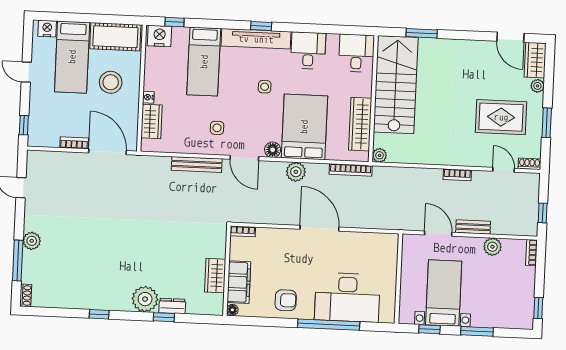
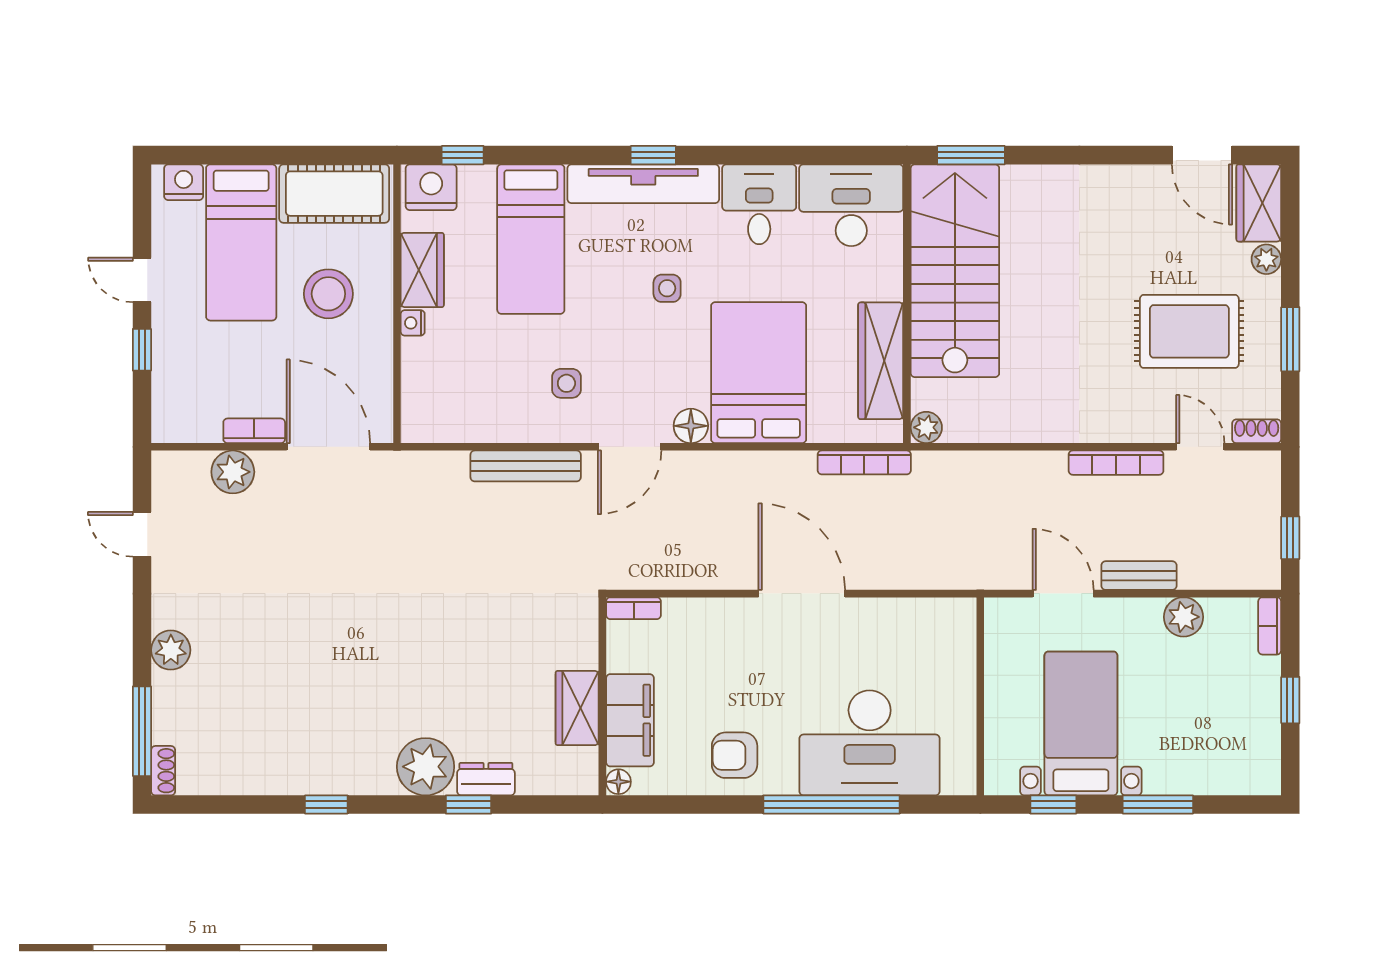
window: (422, 33) -> (971, 155), moved
desk: (356, 53) -> (851, 205), width x1.37
wardrobe: (152, 121) -> (422, 270), moved
window: (24, 125) -> (142, 350), moved
door: (244, 158) -> (630, 447), hinge flipped
plant: (296, 172) -> (233, 472), moved
bookcase: (457, 175) -> (1116, 463), width x1.56
window: (18, 260) -> (142, 731), moved
armchair: (286, 300) -> (735, 755), turned 180
window: (538, 308) -> (1290, 700), moved

